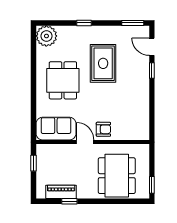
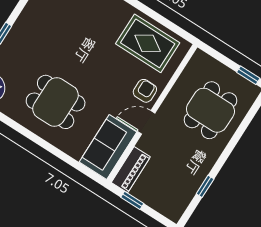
rug: (103, 63) -> (148, 43), moved
dining table: (117, 176) -> (211, 110), width x0.73
piano: (61, 192) -> (131, 170), moved, turned 180

